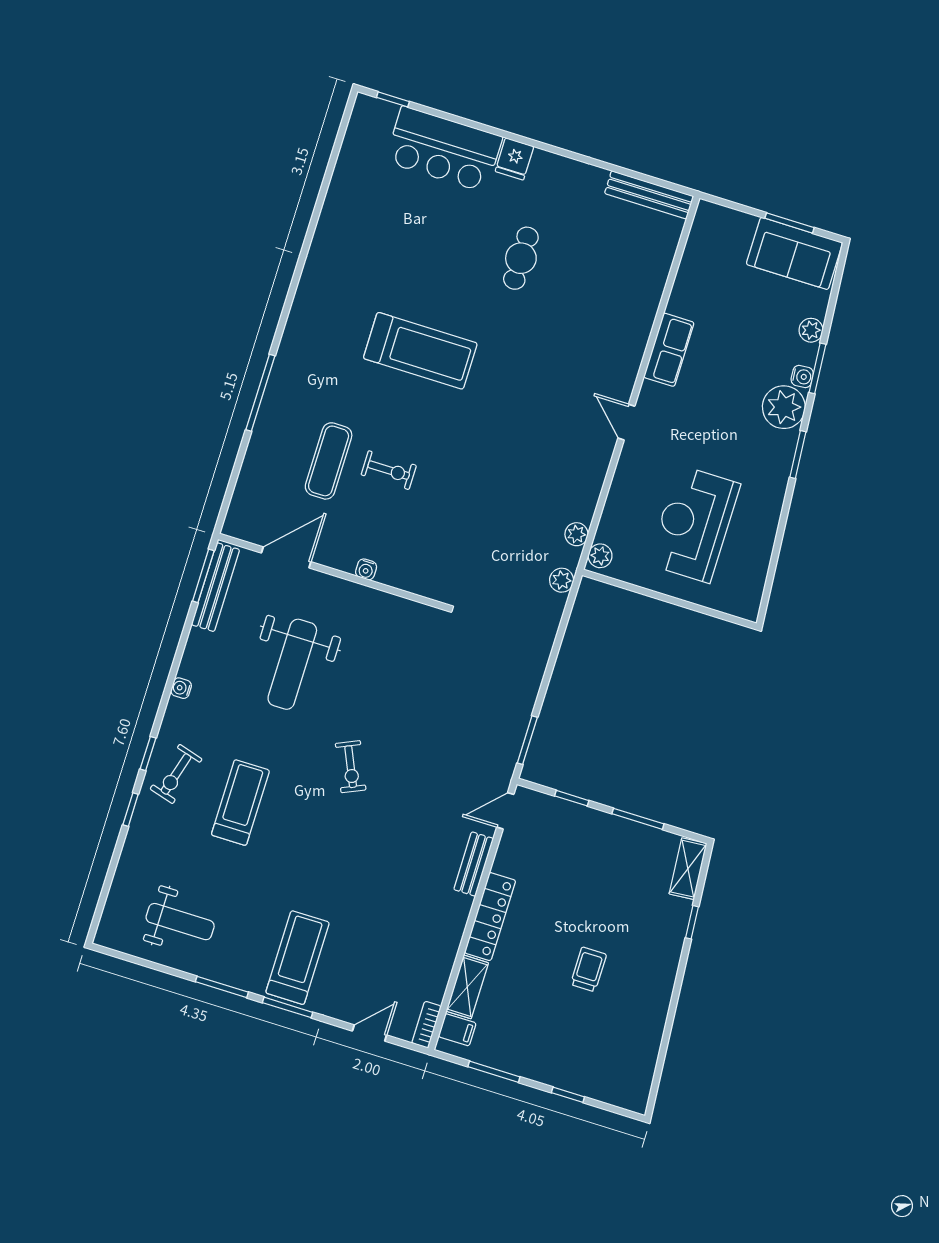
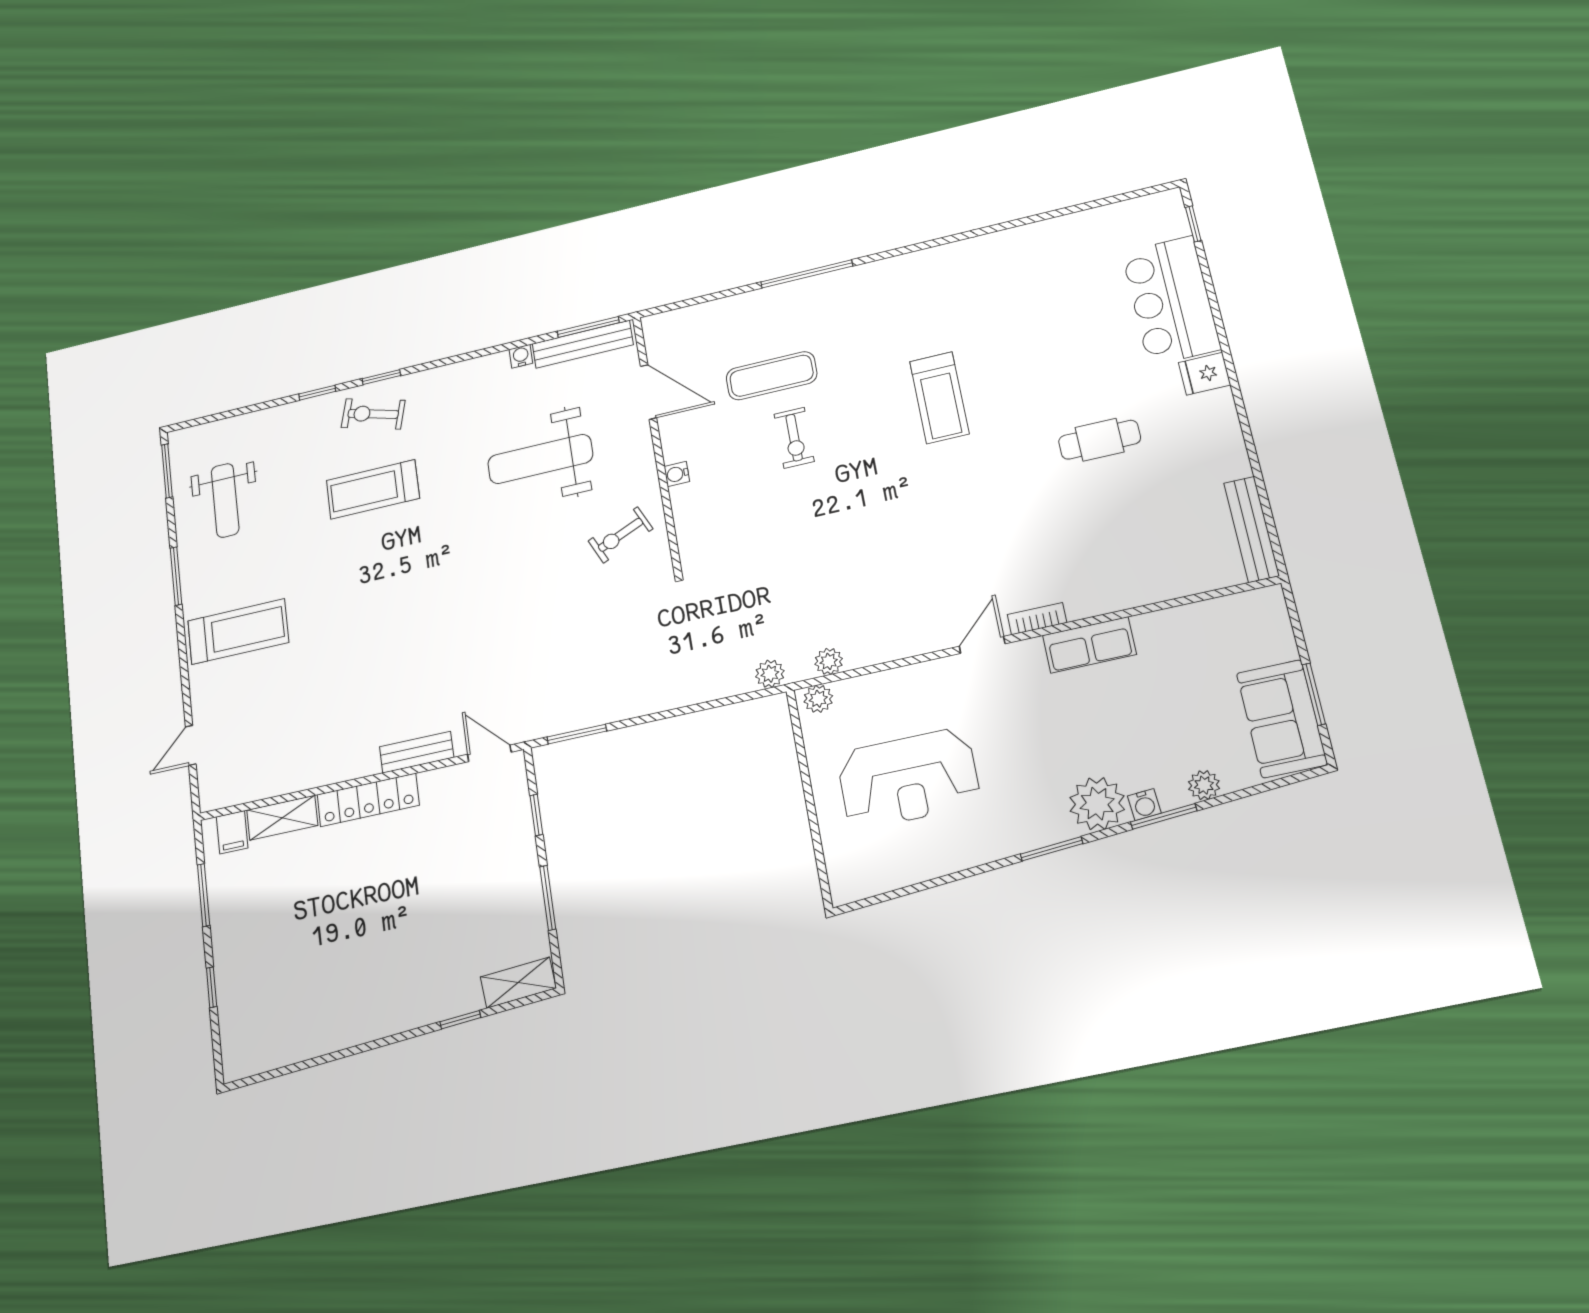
treadmill: (420, 351) -> (939, 398), width x0.73, depth x0.73
reception desk: (694, 524) -> (908, 779), turned 180
water cooler: (181, 688) -> (521, 356), moved
exercise bike: (351, 767) -> (621, 535), moved
treadmill: (240, 803) -> (373, 489), turned 180
trolley: (588, 969) -> (358, 935), removed
window: (288, 1007) -> (167, 471), moved
bookcase: (427, 1025) -> (1037, 619), moved
door: (370, 1033) -> (191, 745), swing flipped

